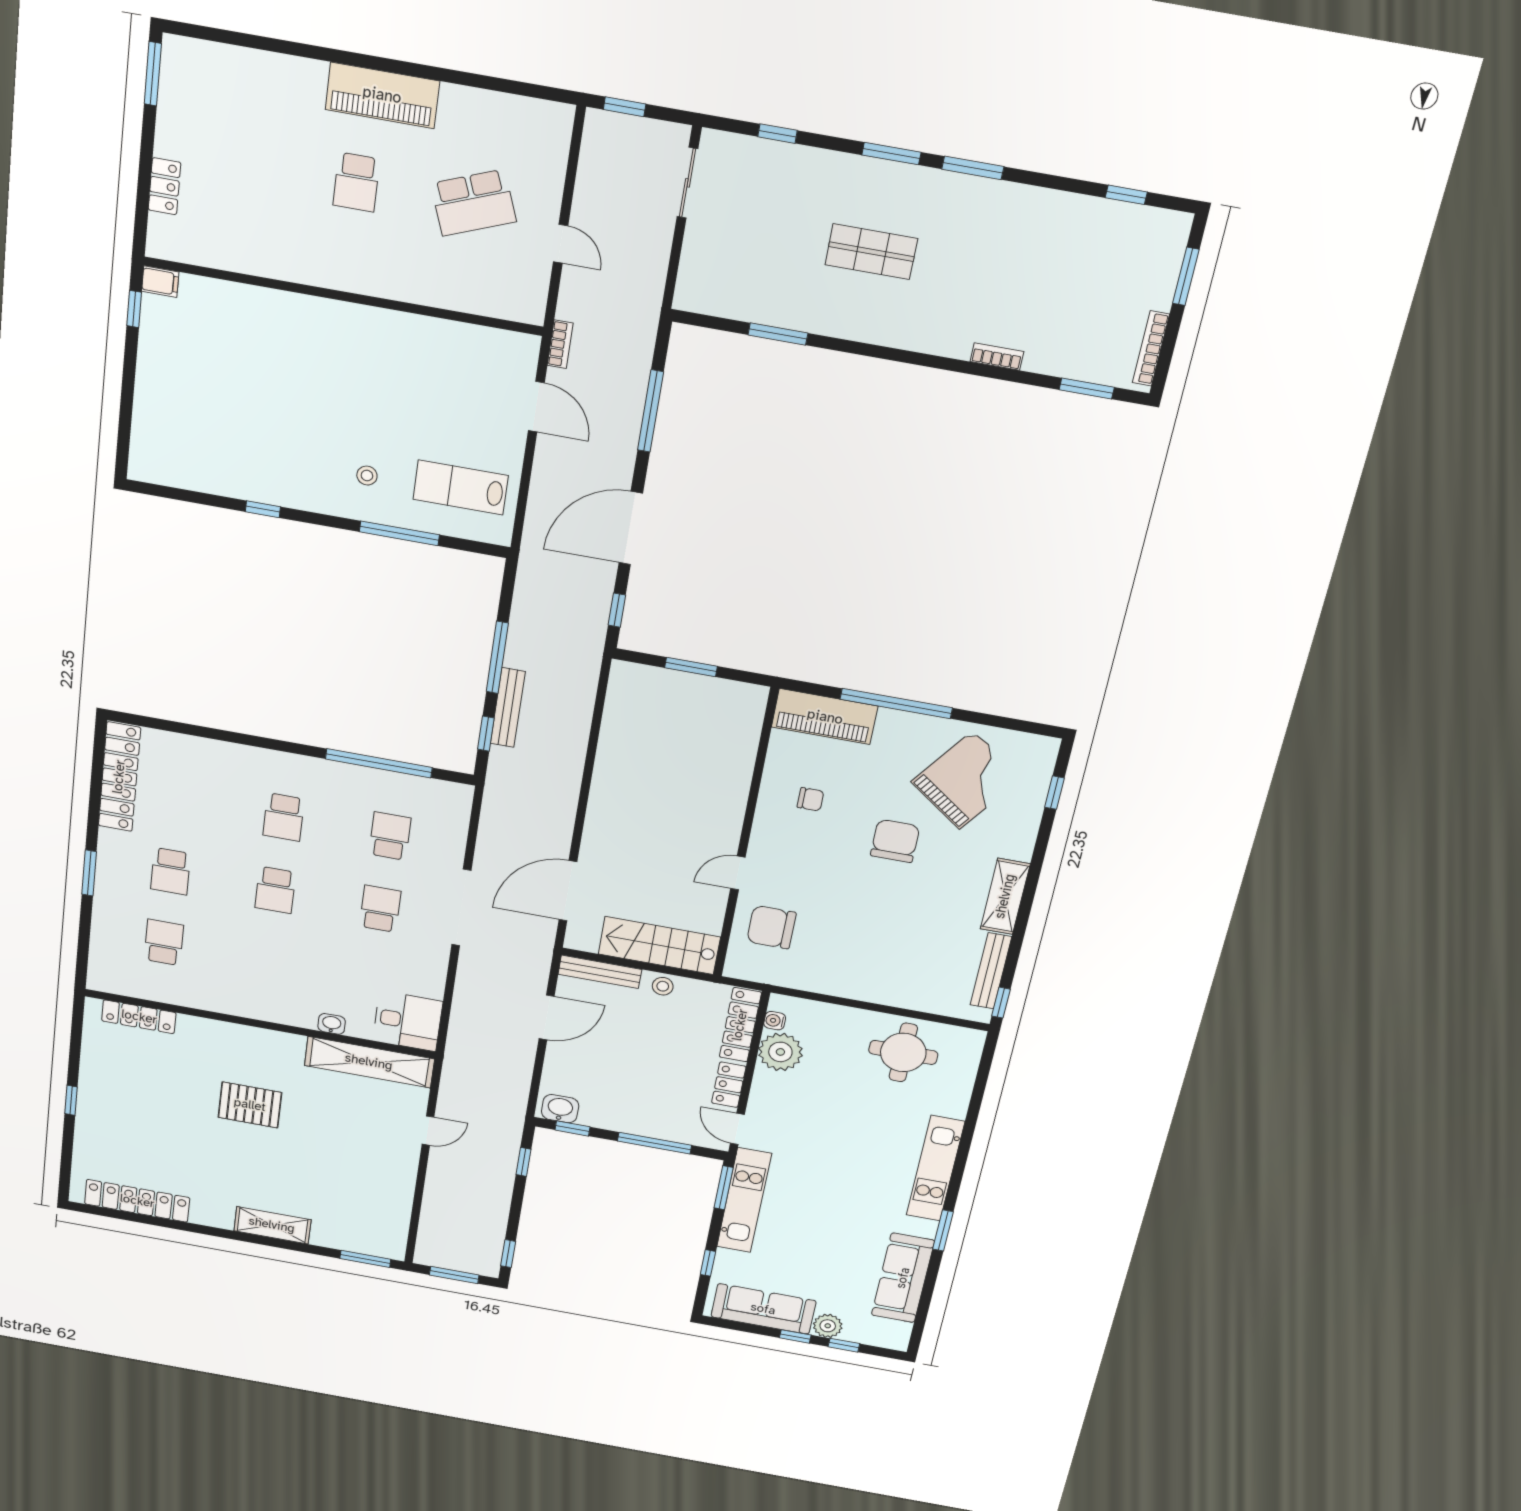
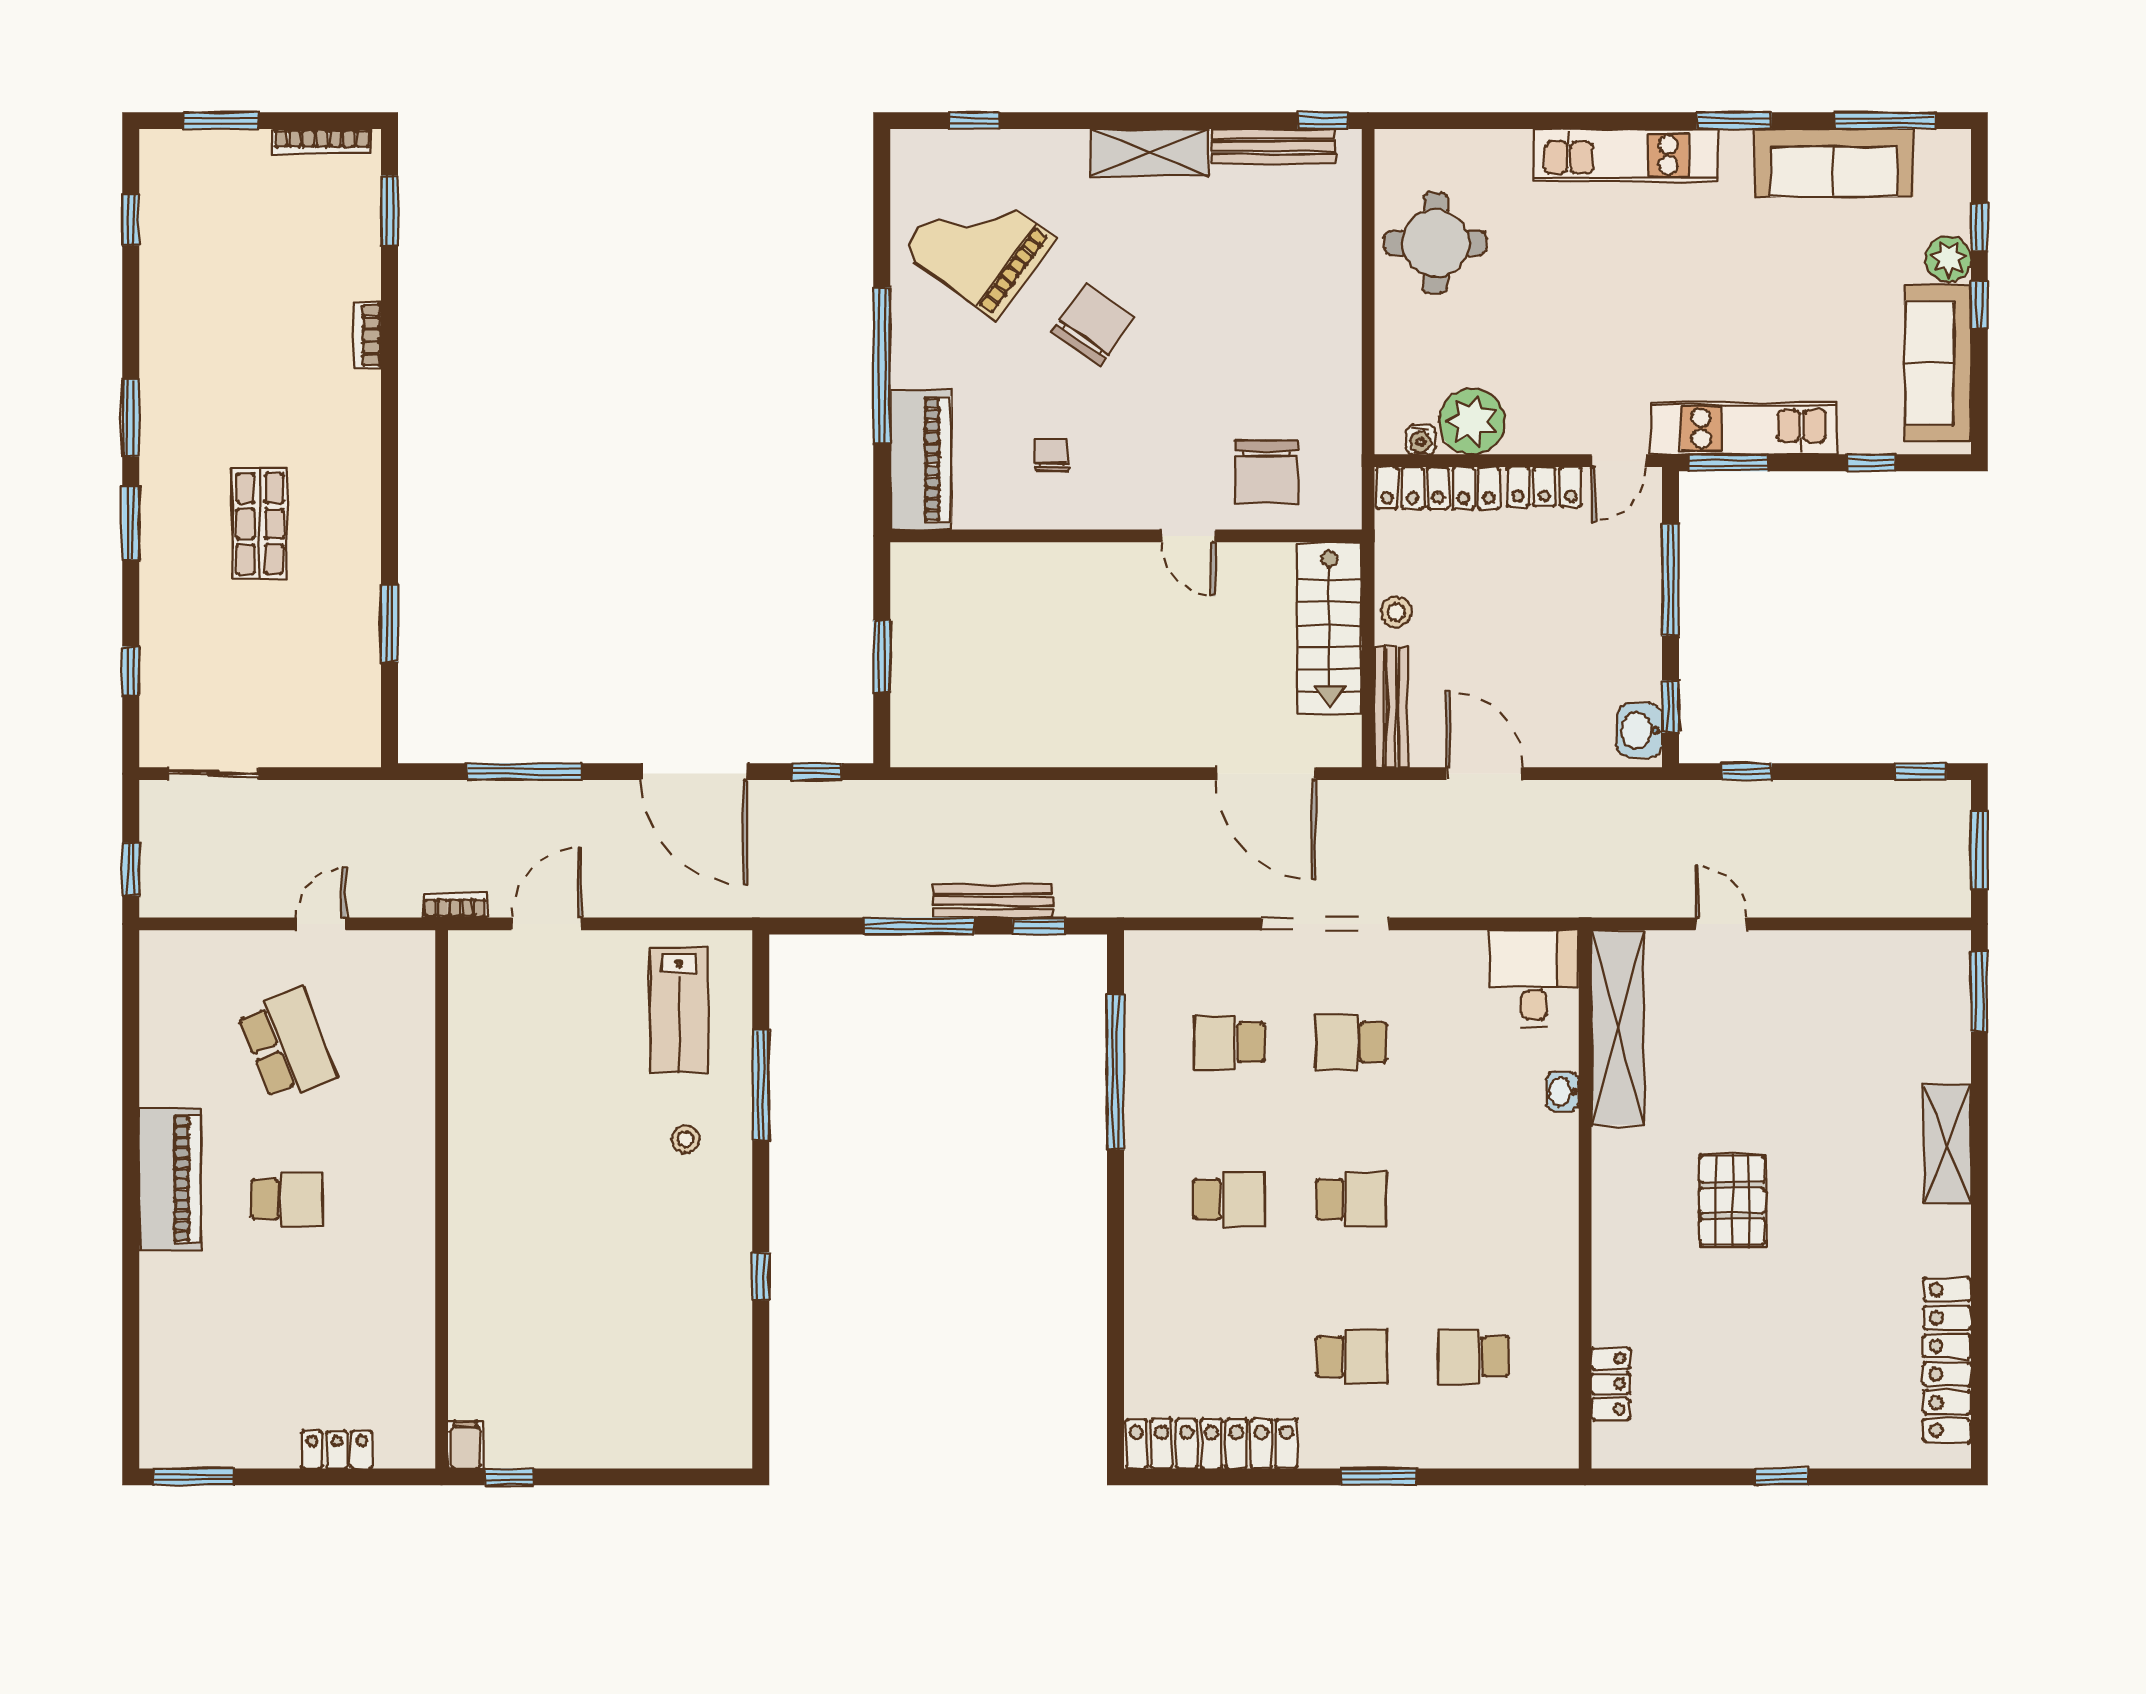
chair: (895, 841) -> (1093, 324), turned 125
locker: (139, 1017) -> (1611, 1384), width x0.66
window: (923, 1309) -> (1885, 121), added

